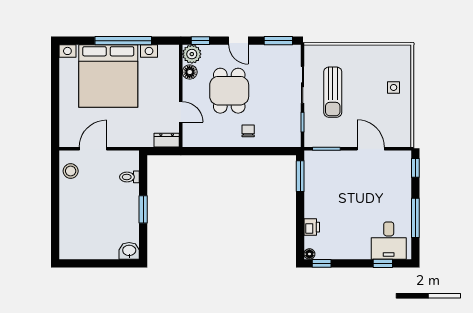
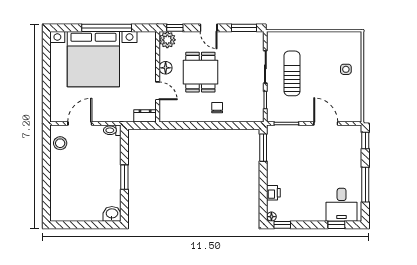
floor lamp: (190, 72) -> (166, 68), moved
sun lounger: (333, 92) -> (292, 73), turned 180
toilet: (129, 177) -> (112, 130), moved

